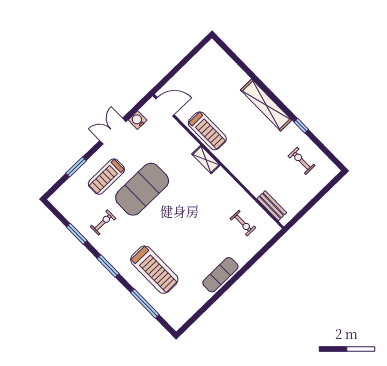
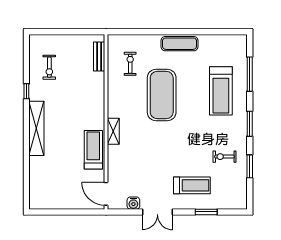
exercise mat: (142, 189) -> (162, 95), moved, turned 90
treadmill: (154, 270) -> (221, 91), turned 180

